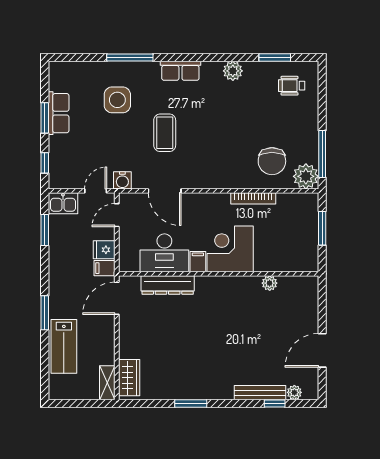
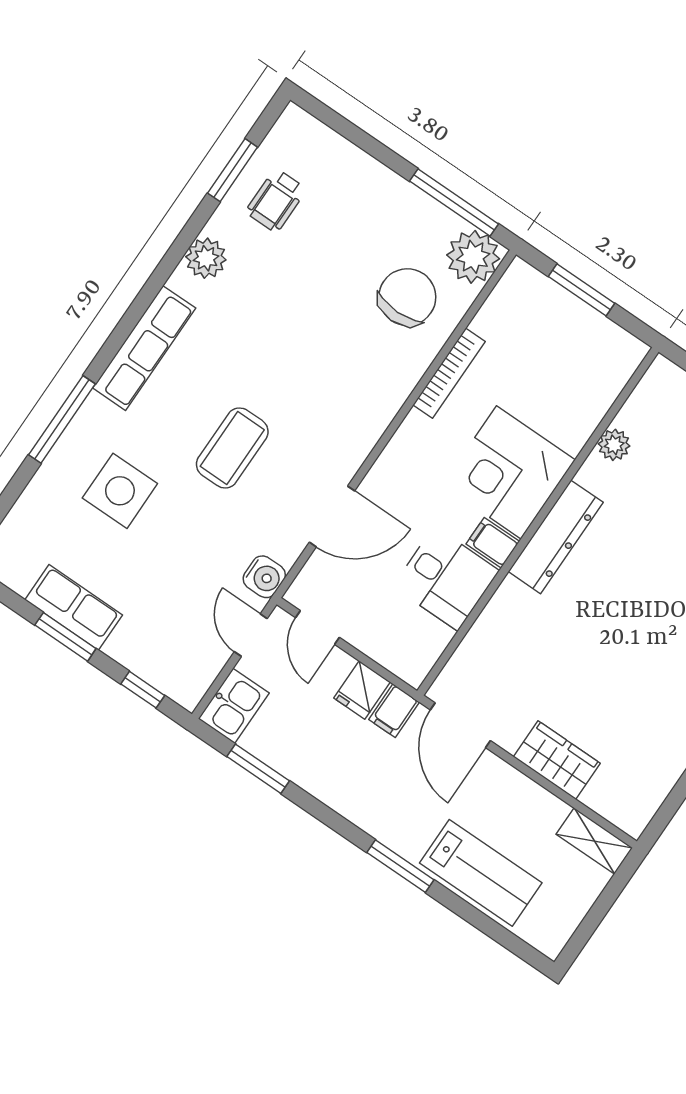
row of seats: (180, 71) -> (144, 348), width x1.48
wheelchair: (292, 86) -> (276, 201), moved
coffee table: (165, 133) -> (232, 448), turned 90
chair: (272, 161) -> (407, 297), turned -90
desk: (164, 253) -> (446, 578), width x0.73
dresser: (168, 285) -> (556, 537), moved
wardrobe: (129, 378) -> (557, 760), moved

